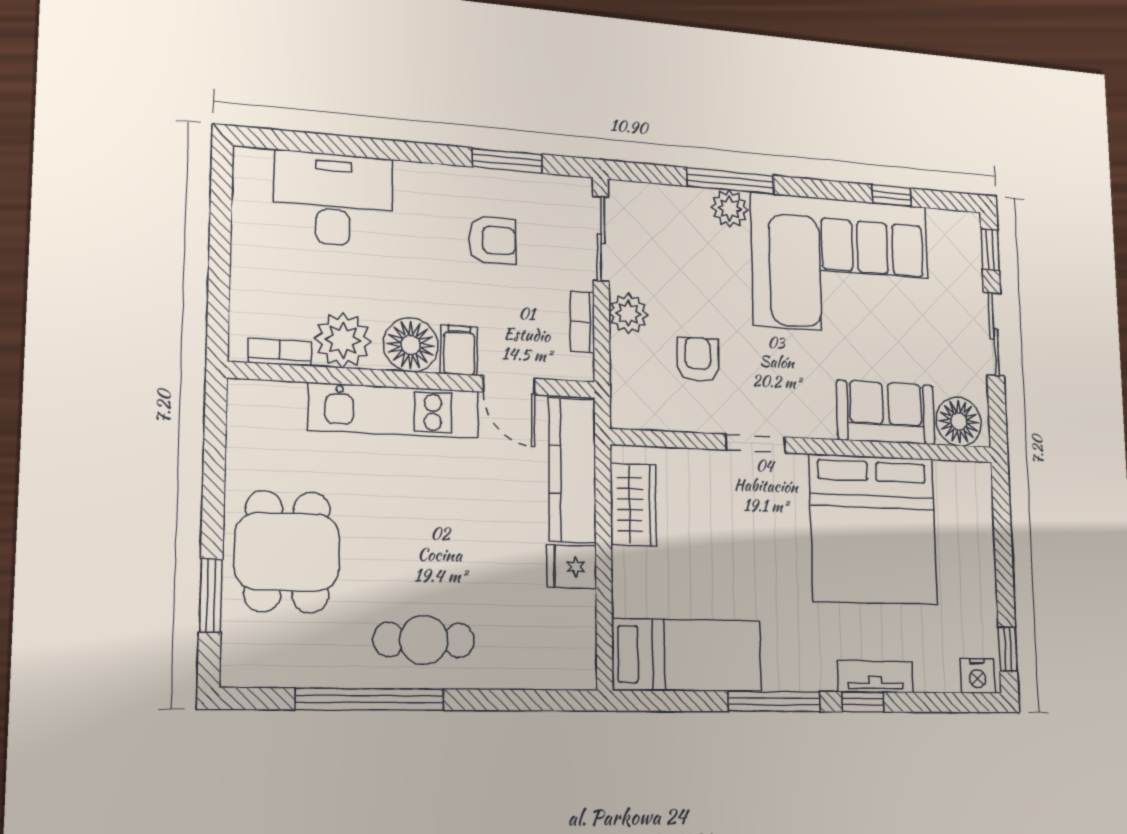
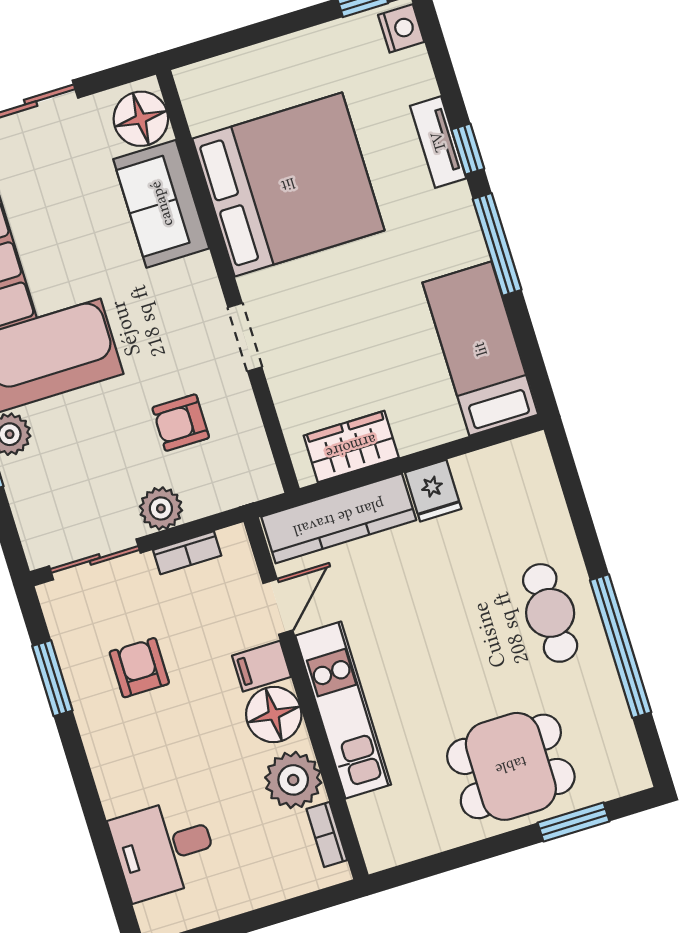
desk: (333, 199) -> (164, 849), width x0.73

